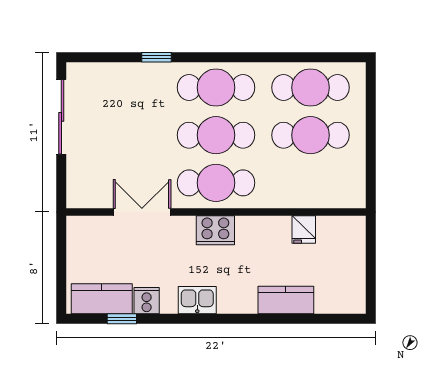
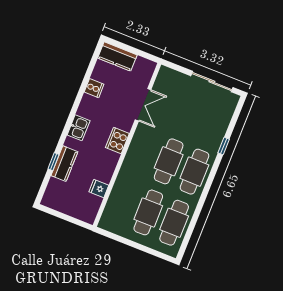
cafe table: (216, 183) -> (143, 151), removed
kitchen counter: (102, 299) -> (117, 56), moved, turned 90
kitchen sink: (197, 300) -> (79, 128), moved
window: (122, 319) -> (54, 162), moved

